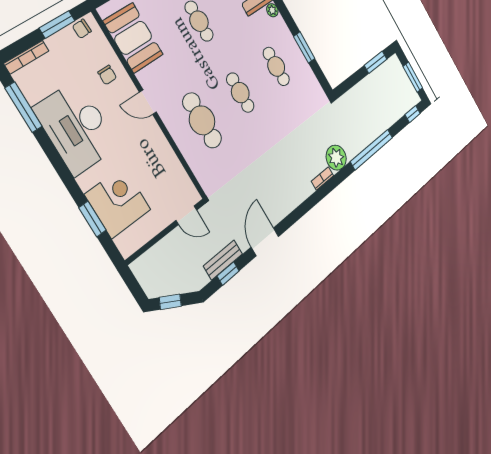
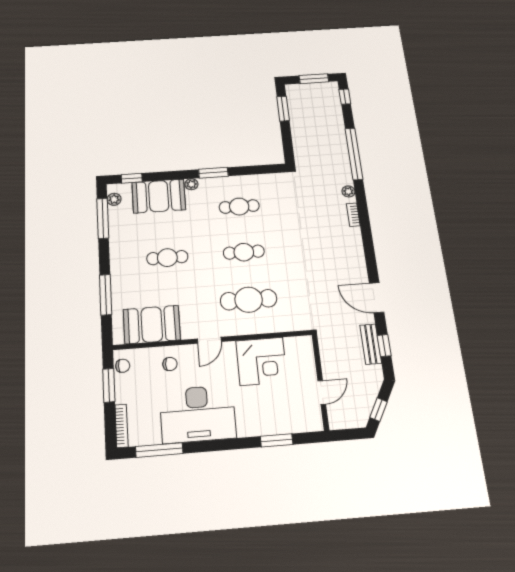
chair: (82, 29) -> (123, 366), turned -87
window: (304, 47) -> (213, 173), moved
plant: (336, 158) -> (348, 191), width x0.53, depth x0.53
corner desk: (118, 202) -> (261, 361), moved, turned 180
door: (186, 215) -> (322, 392), moved

